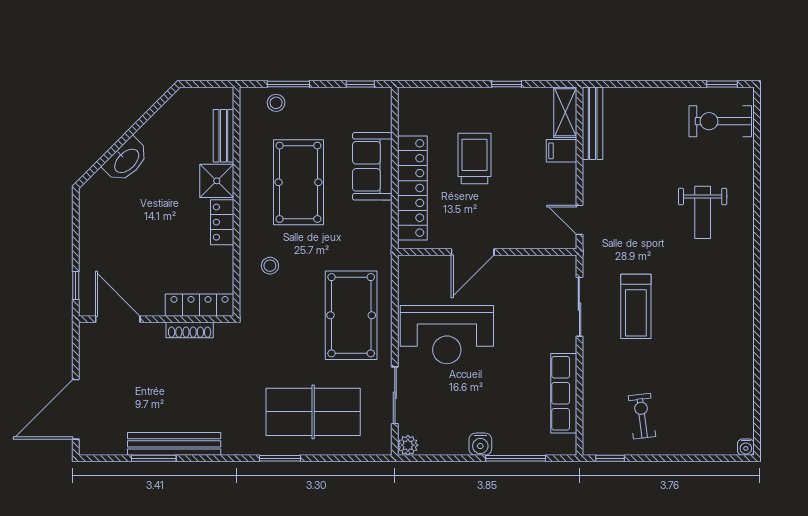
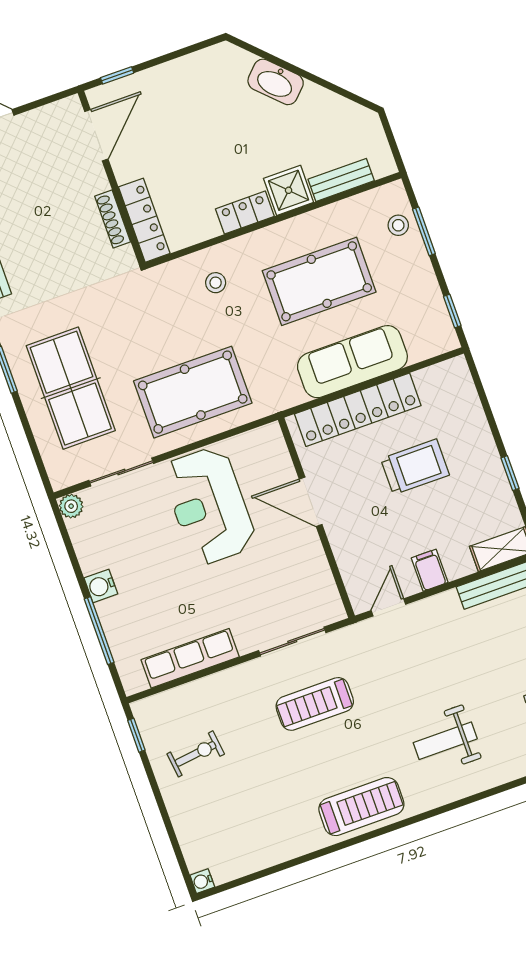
filing cabinet: (562, 151) -> (430, 570), moved
sofa: (372, 166) -> (352, 362), width x1.36
treadmill: (731, 298) -> (361, 807), added

